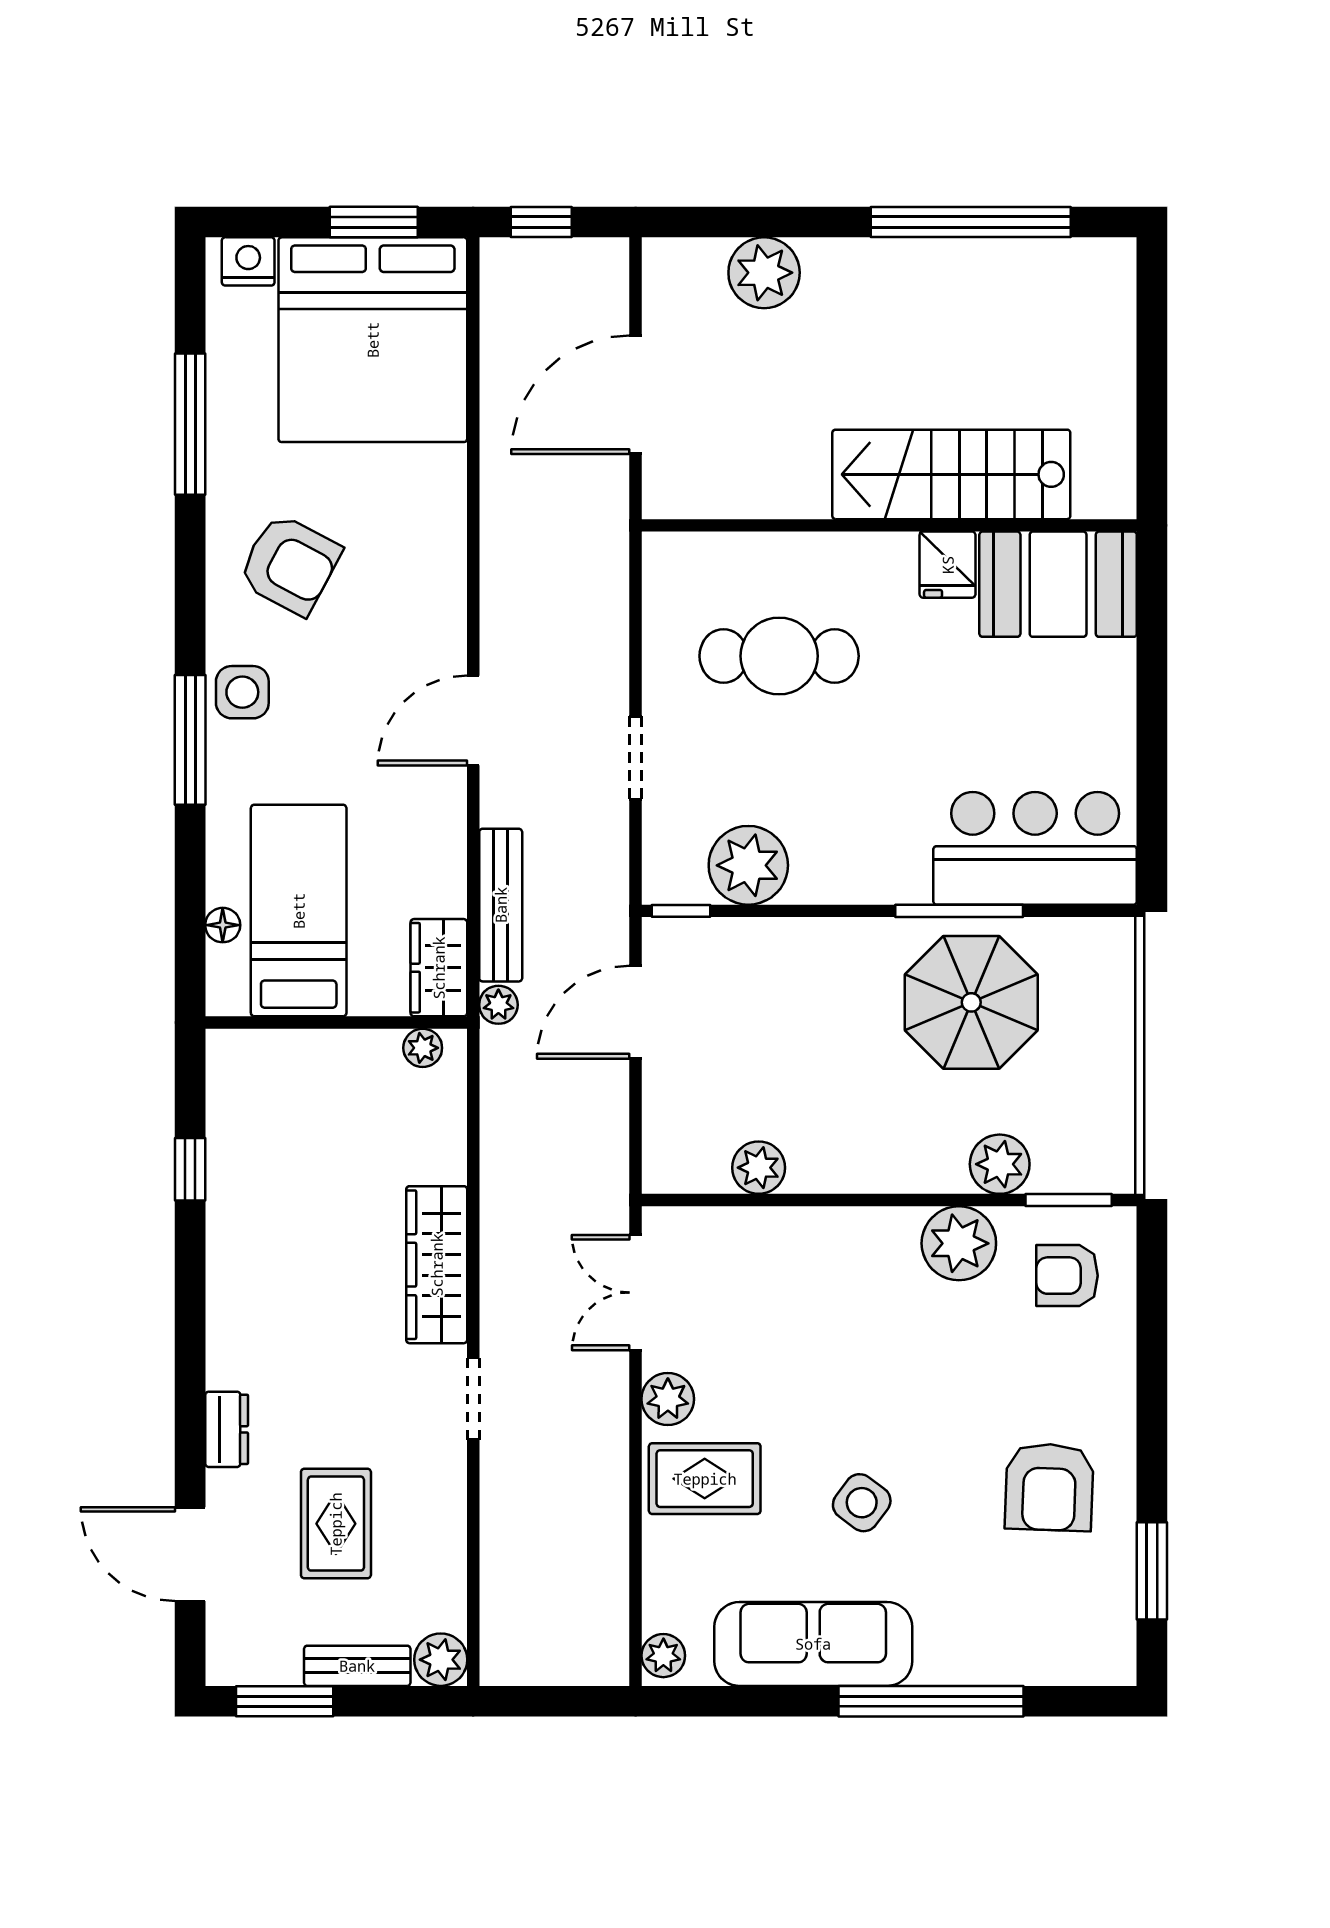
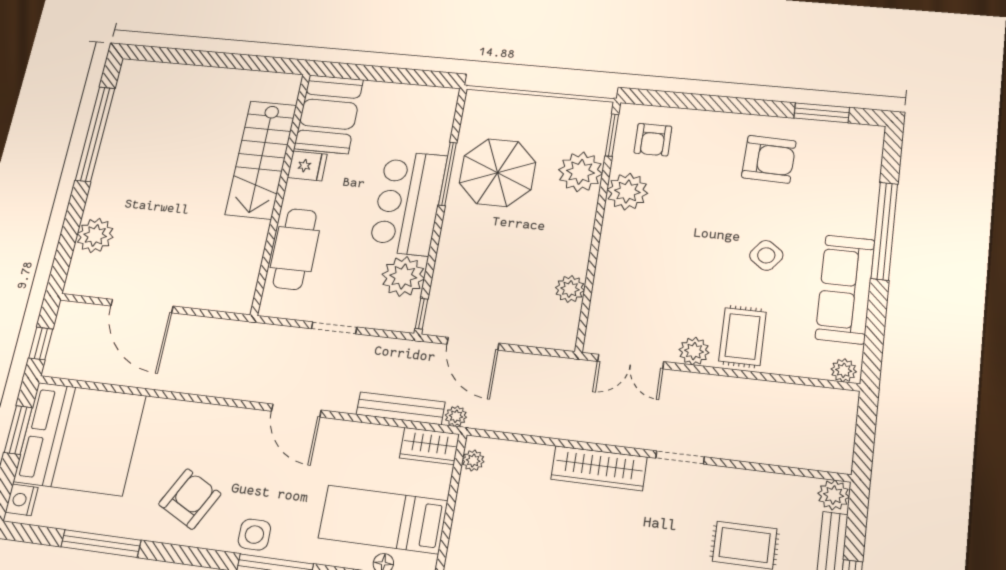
stairs: (951, 474) -> (261, 160), moved
wall: (889, 525) -> (281, 192), moved
fridge: (948, 565) -> (307, 166), moved
booth: (1058, 584) -> (329, 114), moved
bar counter: (1035, 848) -> (408, 203), moved
plant: (1000, 1164) -> (580, 172), width x1.36, depth x1.36

